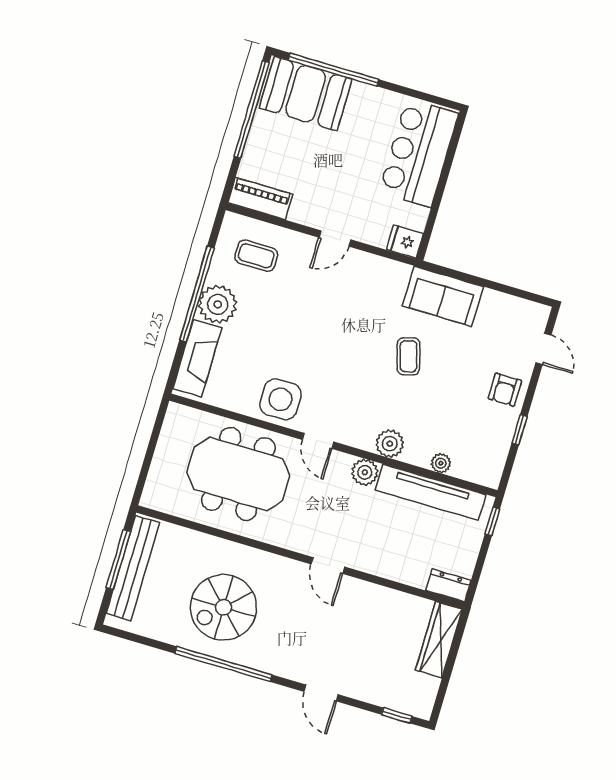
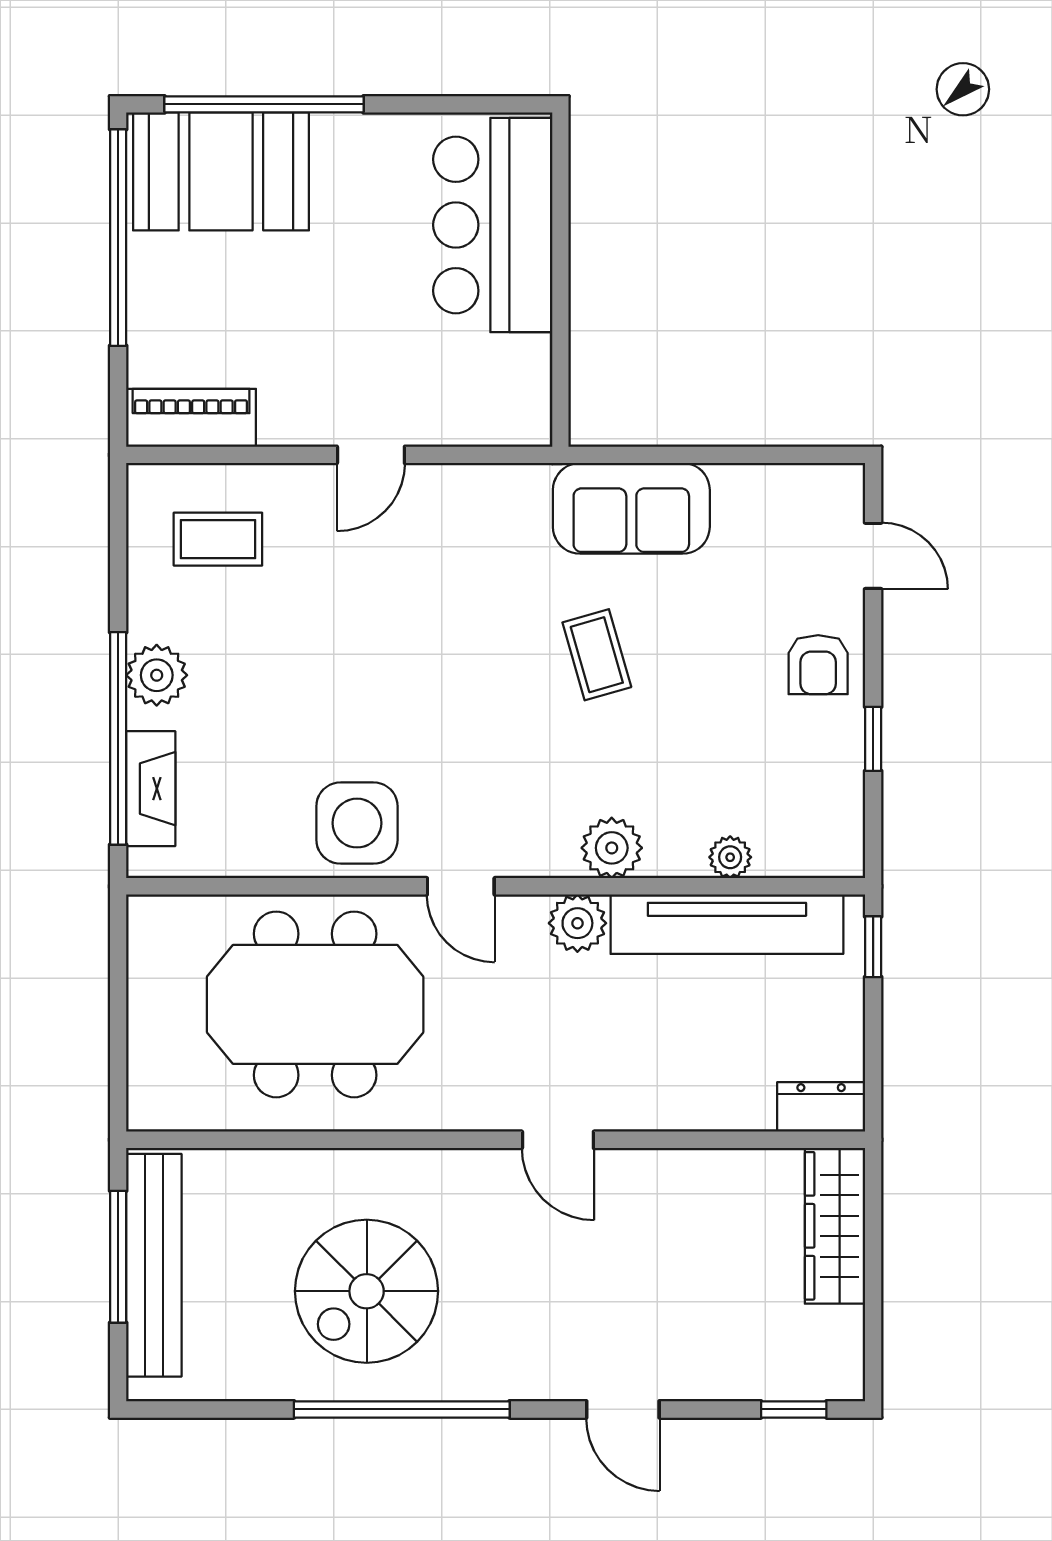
fridge: (405, 241) -> (519, 418), removed
window: (197, 294) -> (118, 738), moved
plant: (218, 304) -> (157, 675), width x0.73, depth x0.73
fireplace: (197, 358) -> (151, 789), width x0.73, depth x0.76

